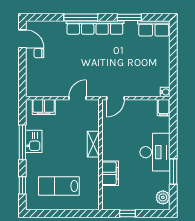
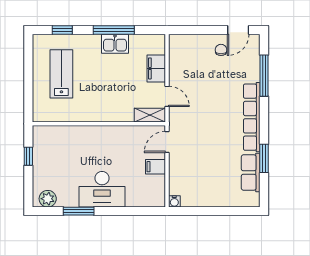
window: (81, 17) -> (264, 76), moved
row of seats: (154, 28) -> (251, 173), moved
door: (116, 98) -> (167, 142), hinge flipped
filing cabinet: (44, 107) -> (156, 68), moved
filing cabinet: (164, 108) -> (155, 167), moved
shelving: (93, 144) -> (150, 115), moved
filing cabinet: (110, 173) -> (77, 135), removed

